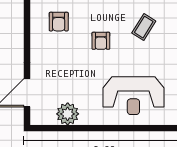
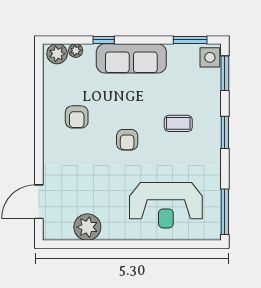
coffee table: (144, 27) -> (178, 123), turned 58

